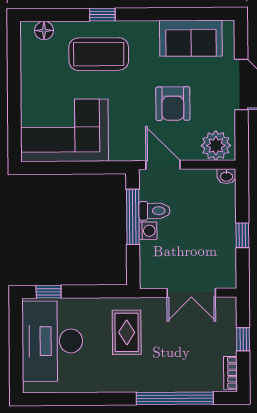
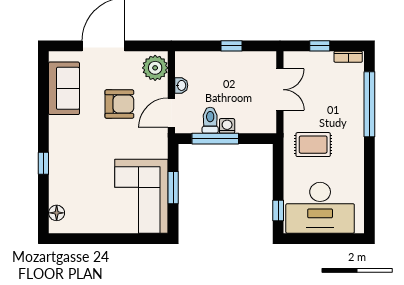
coffee table: (99, 54) -> (77, 167), removed
window: (75, 168) -> (173, 188), added
washbasin: (226, 176) -> (181, 85), moved

